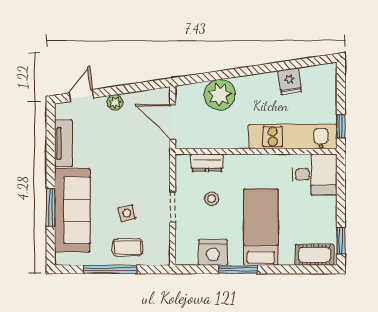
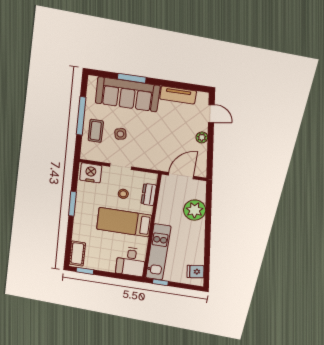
fridge: (290, 81) -> (195, 272), moved
bed: (261, 227) -> (124, 222), moved, turned 180
nightstand: (213, 252) -> (91, 173), moved, turned 90

